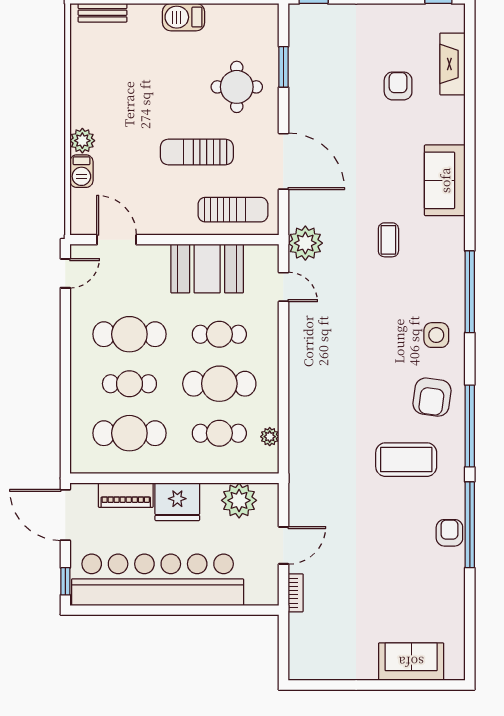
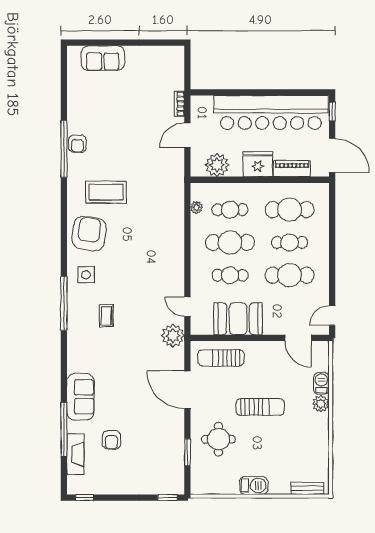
sun lounger: (197, 152) -> (260, 407), moved
sofa: (445, 180) -> (80, 397), moved
coffee table: (388, 240) -> (106, 316), moved
armchair: (432, 397) -> (89, 234), width x1.36, depth x1.36
window: (470, 426) -> (64, 430), moved

